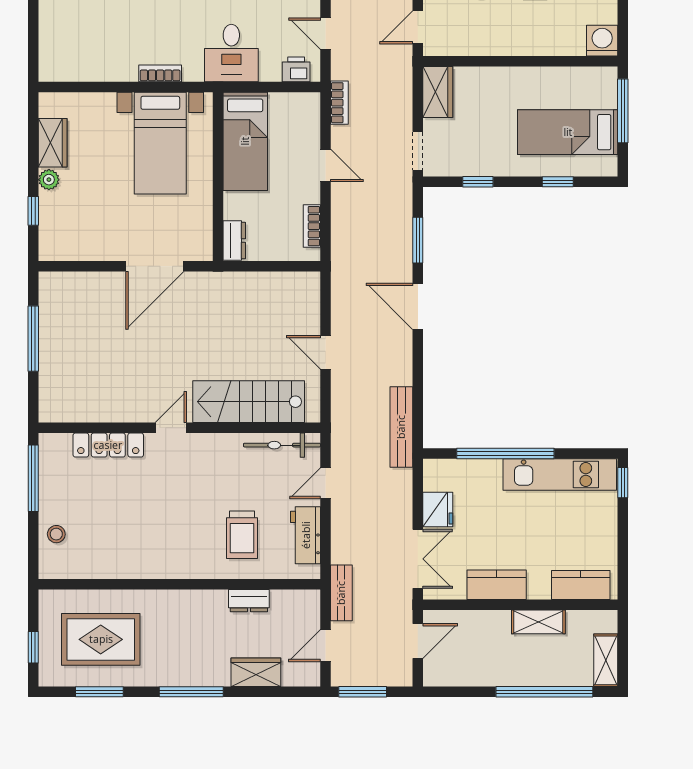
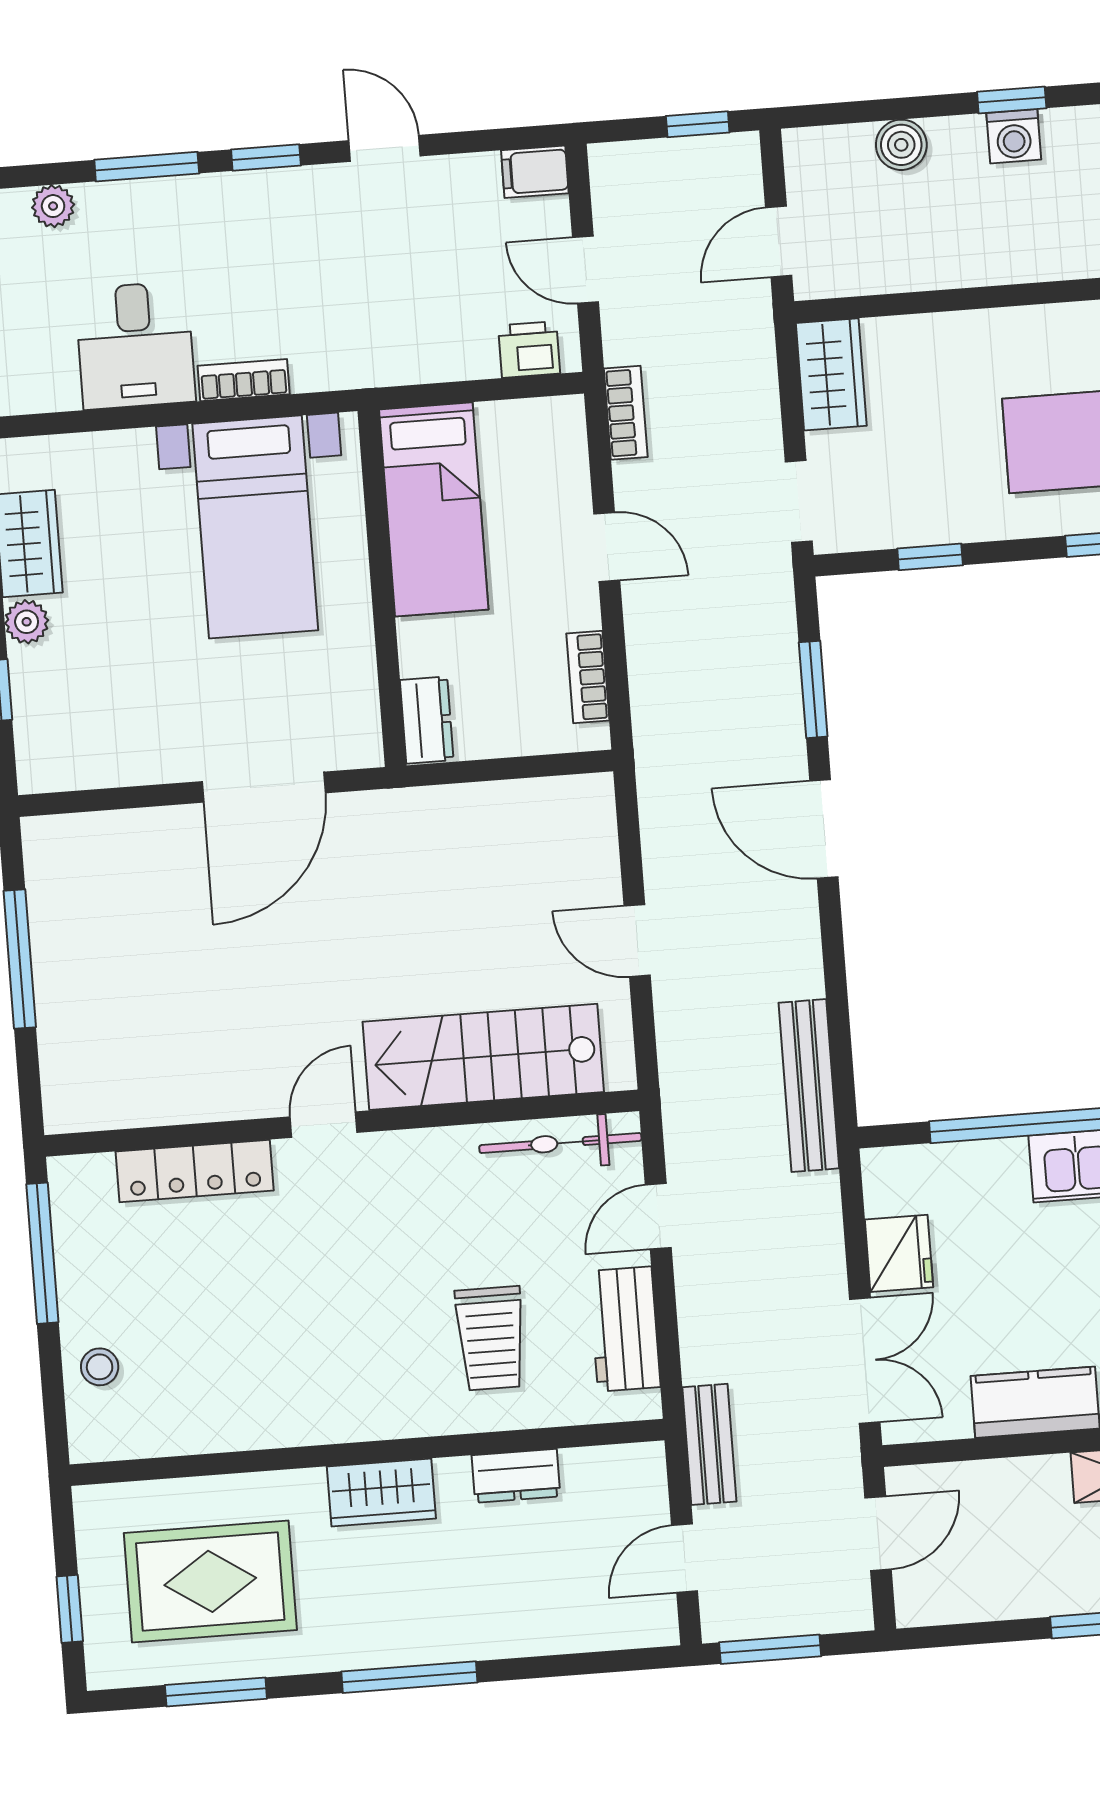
desk: (231, 53) -> (135, 345), moved
wardrobe: (256, 672) -> (381, 1492), moved, turned 180

